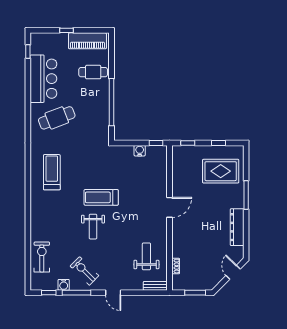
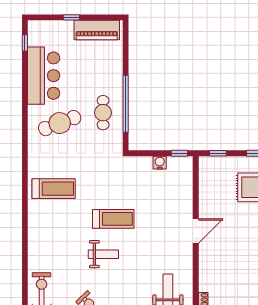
cafe table: (93, 72) -> (103, 113), moved, turned 90
treadmill: (52, 172) -> (54, 189), turned 90
treadmill: (101, 197) -> (113, 219), turned 180
weight bench: (93, 227) -> (103, 254), turned -90

